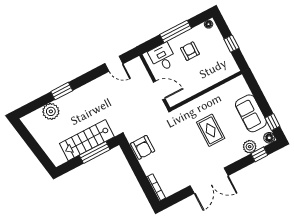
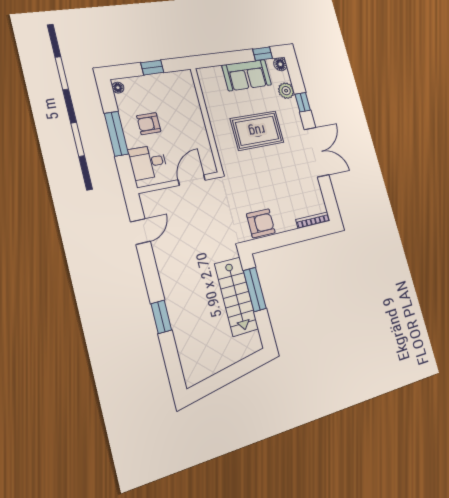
plant: (51, 111) -> (187, 339), removed
rug: (211, 130) -> (257, 131), width x1.36, depth x1.43
window: (259, 154) -> (303, 102), moved

